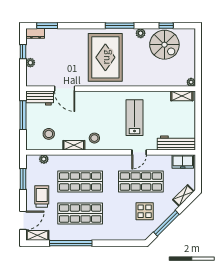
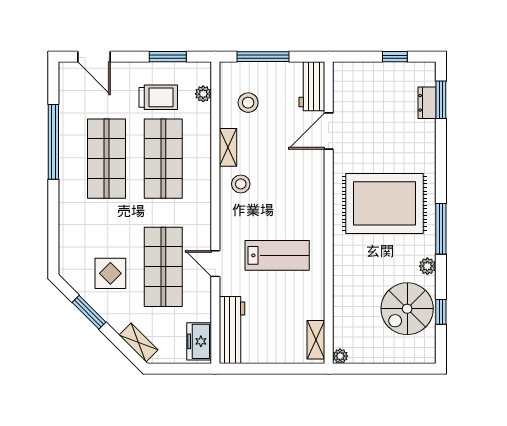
dresser: (36, 33) -> (427, 103), moved
plant: (30, 63) -> (375, 70), removed
window: (23, 115) -> (263, 57), moved
trolley: (42, 196) -> (158, 97), moved
window: (166, 223) -> (89, 312), width x0.69
shelving: (37, 235) -> (67, 82), removed

